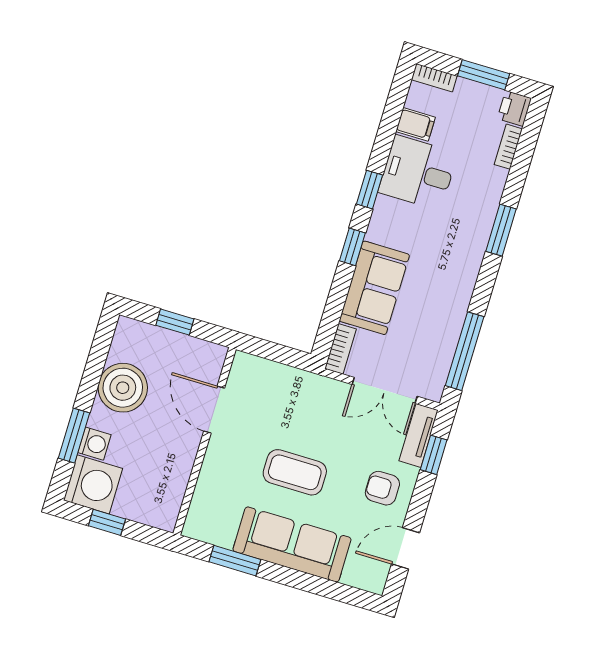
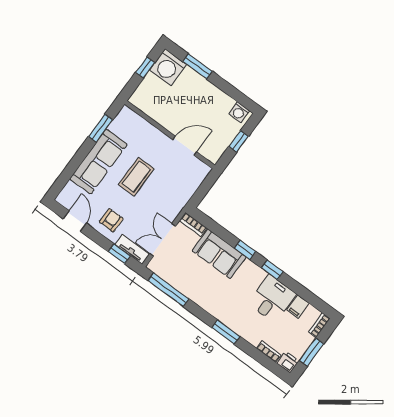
boiler: (123, 388) -> (214, 101), removed
washing machine: (94, 444) -> (239, 112), moved

